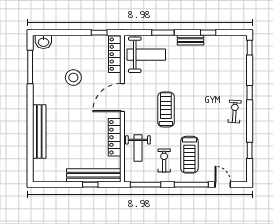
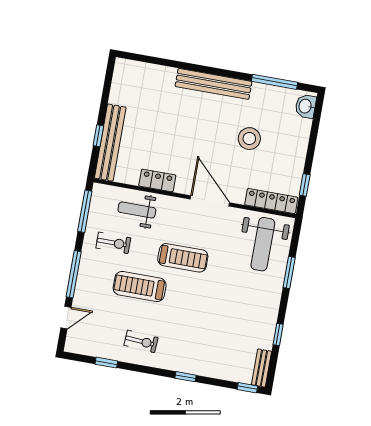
bench: (191, 40) -> (261, 368), moved
exercise bike: (235, 111) -> (141, 341), moved
bench: (39, 132) -> (214, 84), moved
locker: (115, 137) -> (157, 181), width x0.66
treadmill: (189, 155) -> (140, 287), moved

